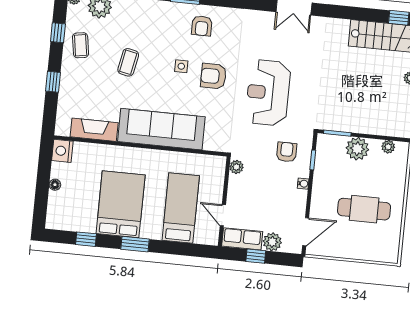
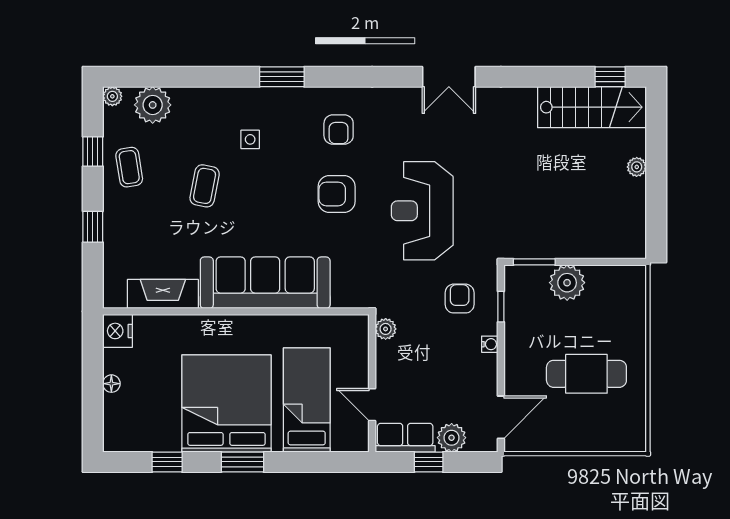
armchair: (202, 26) -> (339, 130), moved
side table: (181, 66) -> (250, 139), moved
plant: (388, 147) -> (614, 275), removed
bed: (121, 204) -> (226, 404), width x1.36

